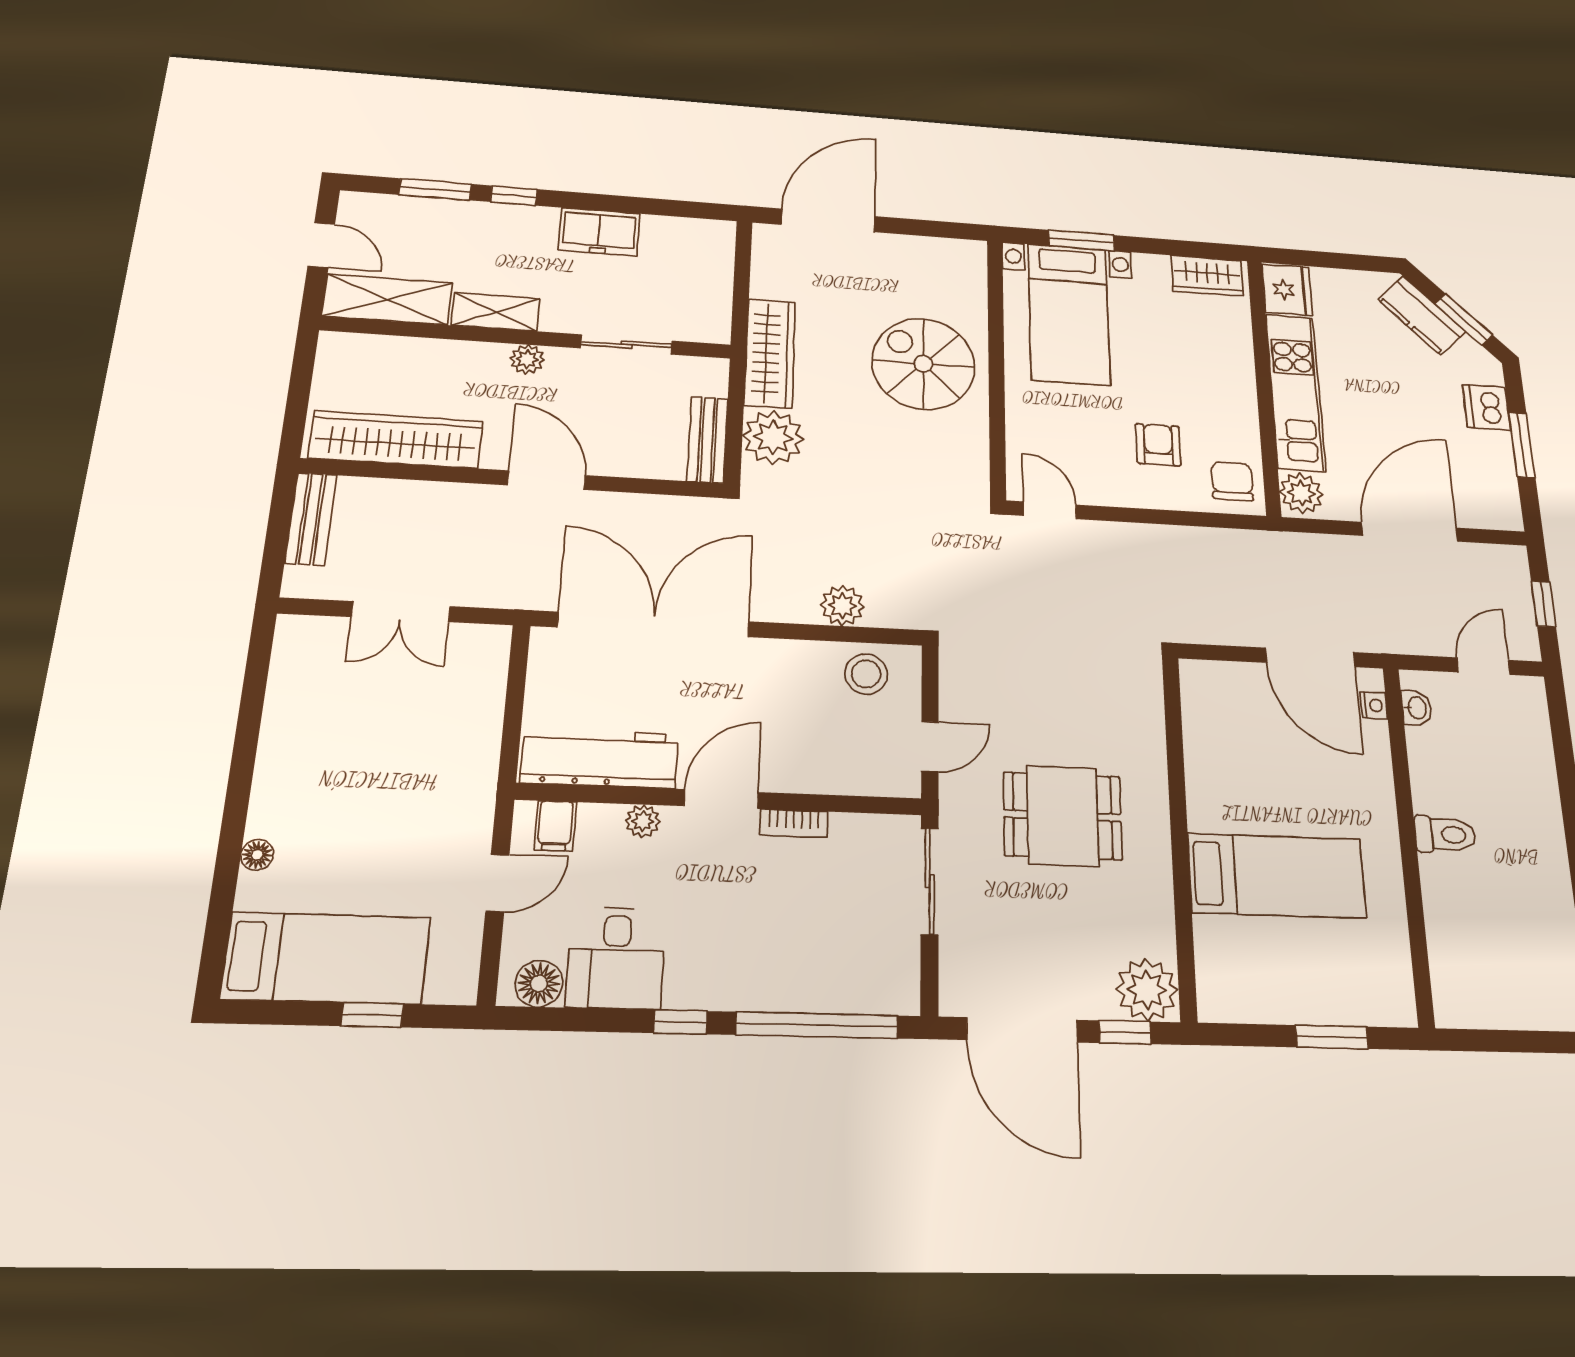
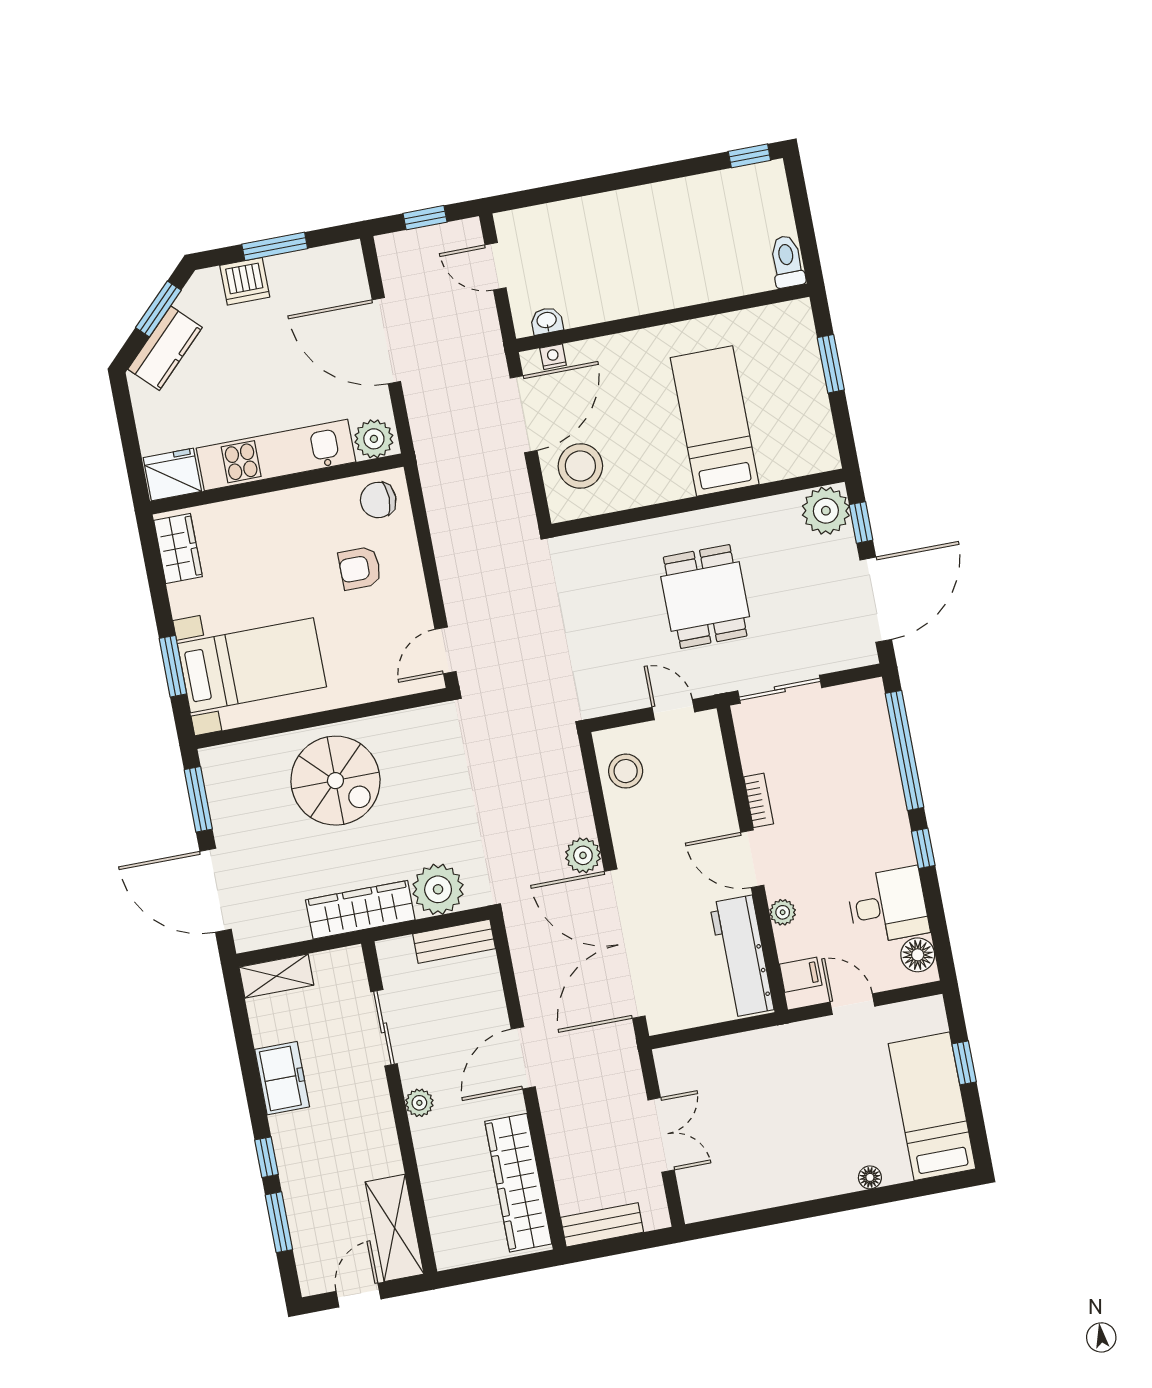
window: (932, 229) -> (198, 799), added
shelving: (496, 312) -> (276, 976), moved, turned 90
spiral stairs: (923, 364) -> (335, 781), turned -90
plant: (842, 606) -> (583, 855), moved
stool: (1242, 706) -> (580, 466), added
toilet: (1445, 835) -> (787, 262), moved

